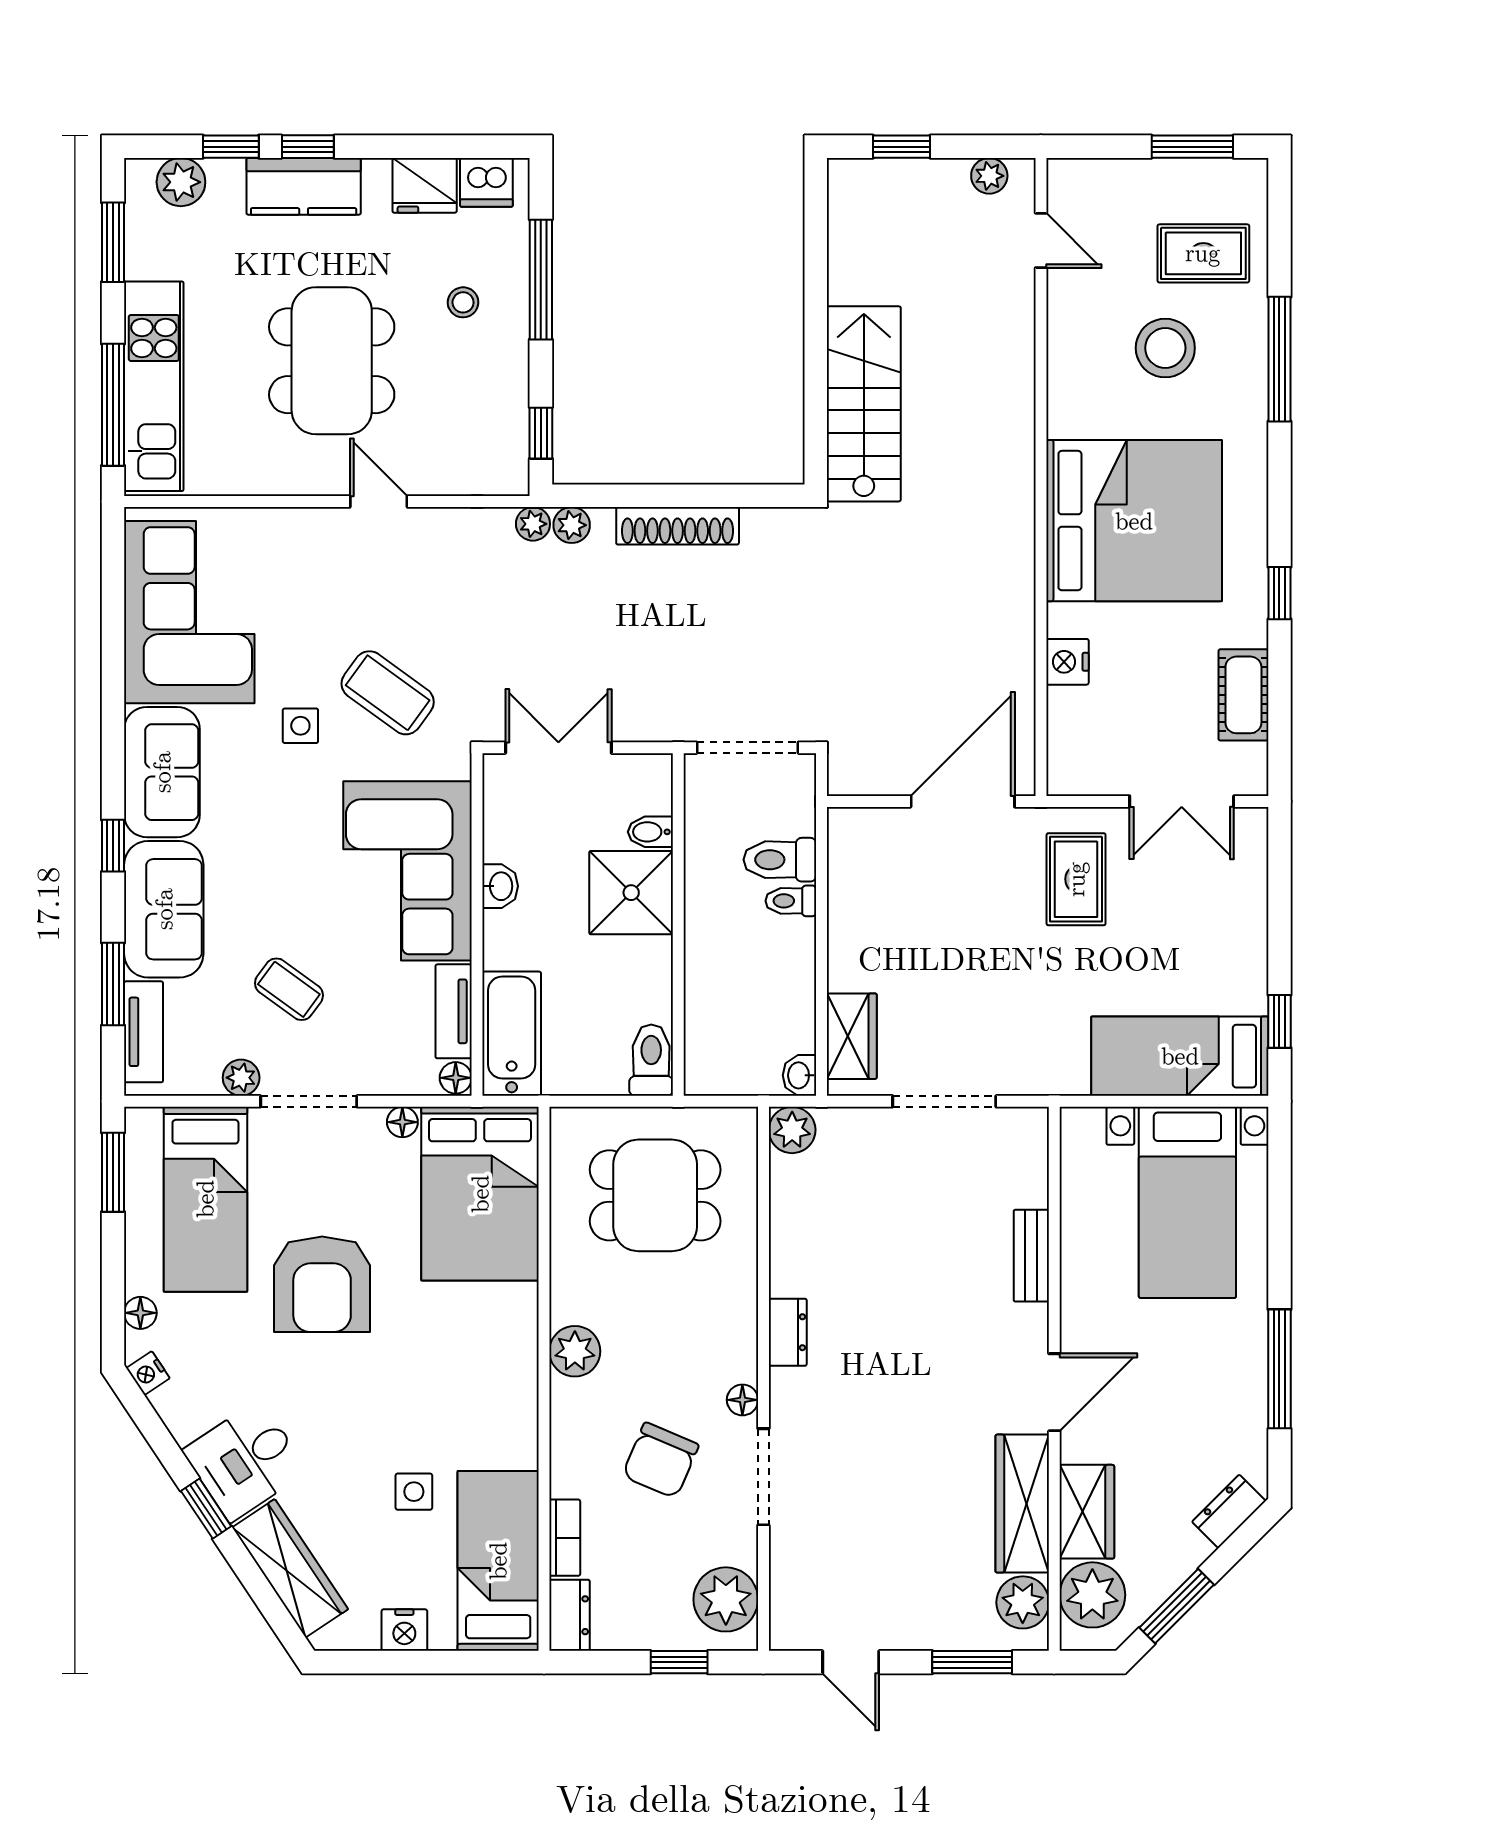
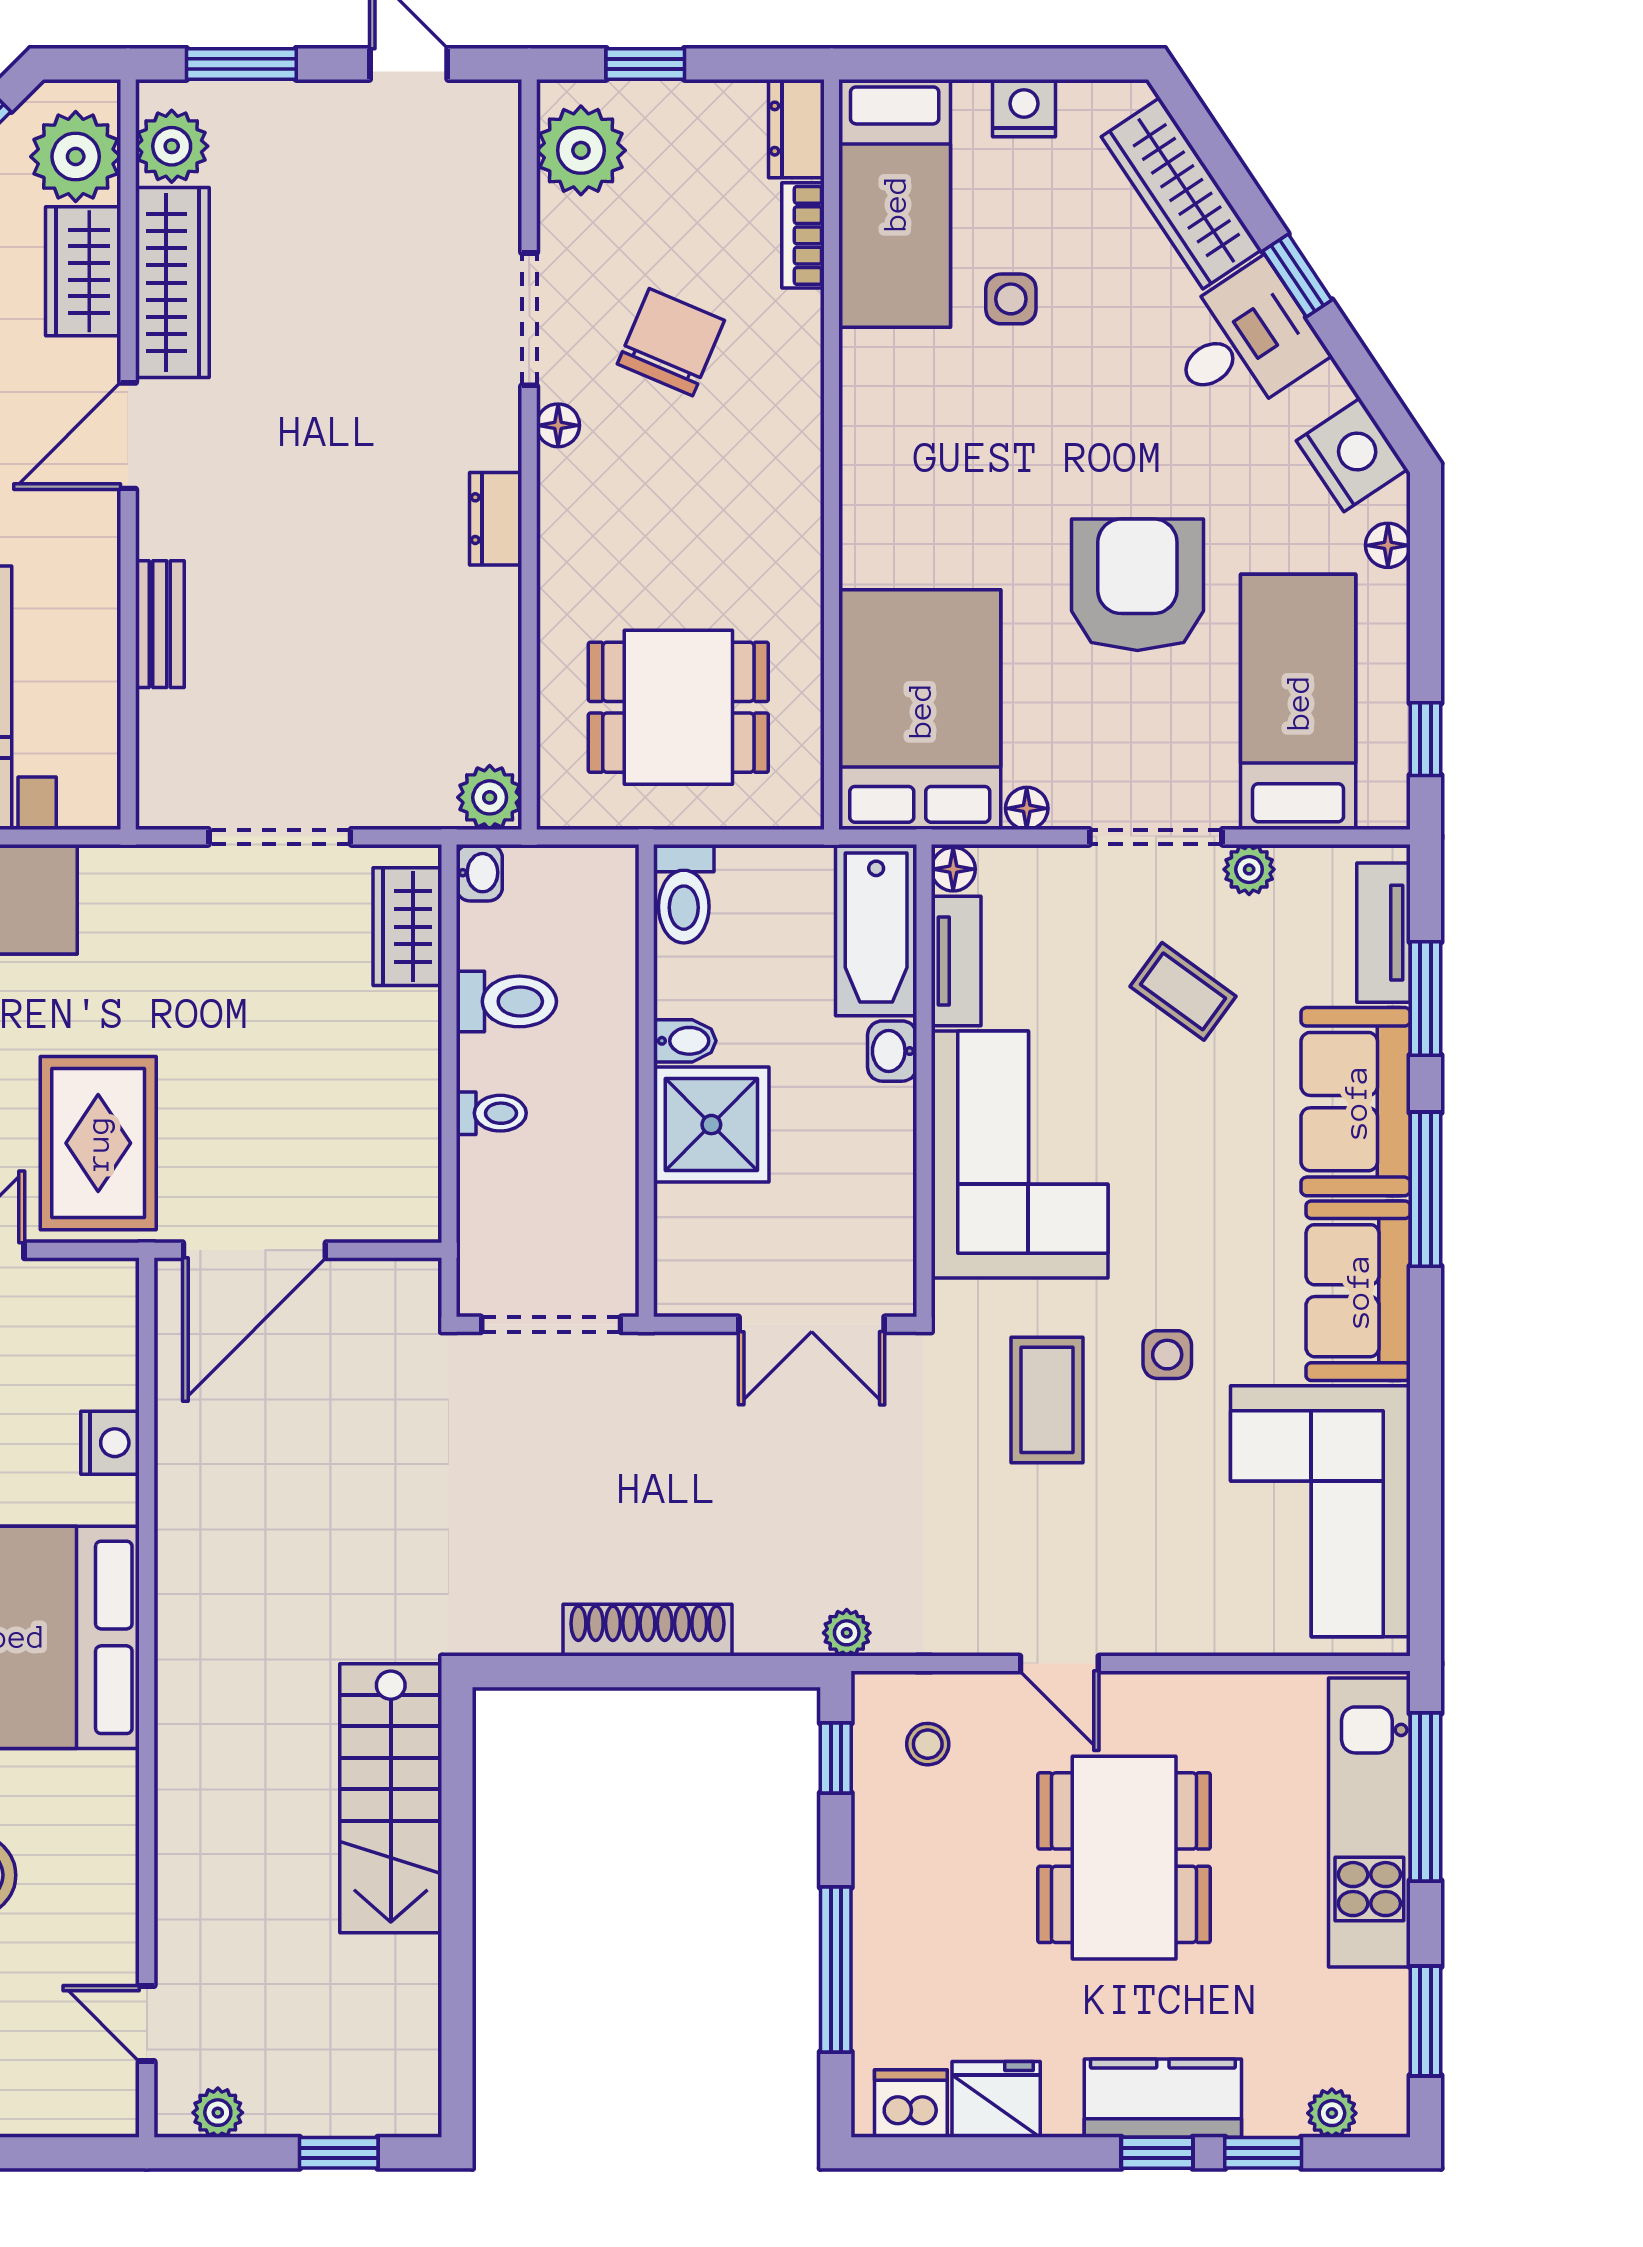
plant: (181, 182) -> (1332, 2113), width x0.73, depth x0.73
stool: (463, 302) -> (928, 1744), moved
plant: (572, 525) -> (793, 1631), removed
coffee table: (388, 693) -> (1047, 1400), turned 54
bidet: (650, 832) -> (685, 1041), moved
window: (113, 846) -> (1426, 1189), width x2.17
toilet: (780, 860) -> (506, 1001), moved
rug: (1076, 879) -> (98, 1143), width x1.36, depth x1.43
washbasin: (500, 886) -> (892, 1051), moved
window: (113, 1172) -> (1426, 739), width x0.67
plant: (575, 1351) -> (789, 492), removed
nightstand: (148, 1373) -> (1352, 455), width x1.89, depth x1.79

